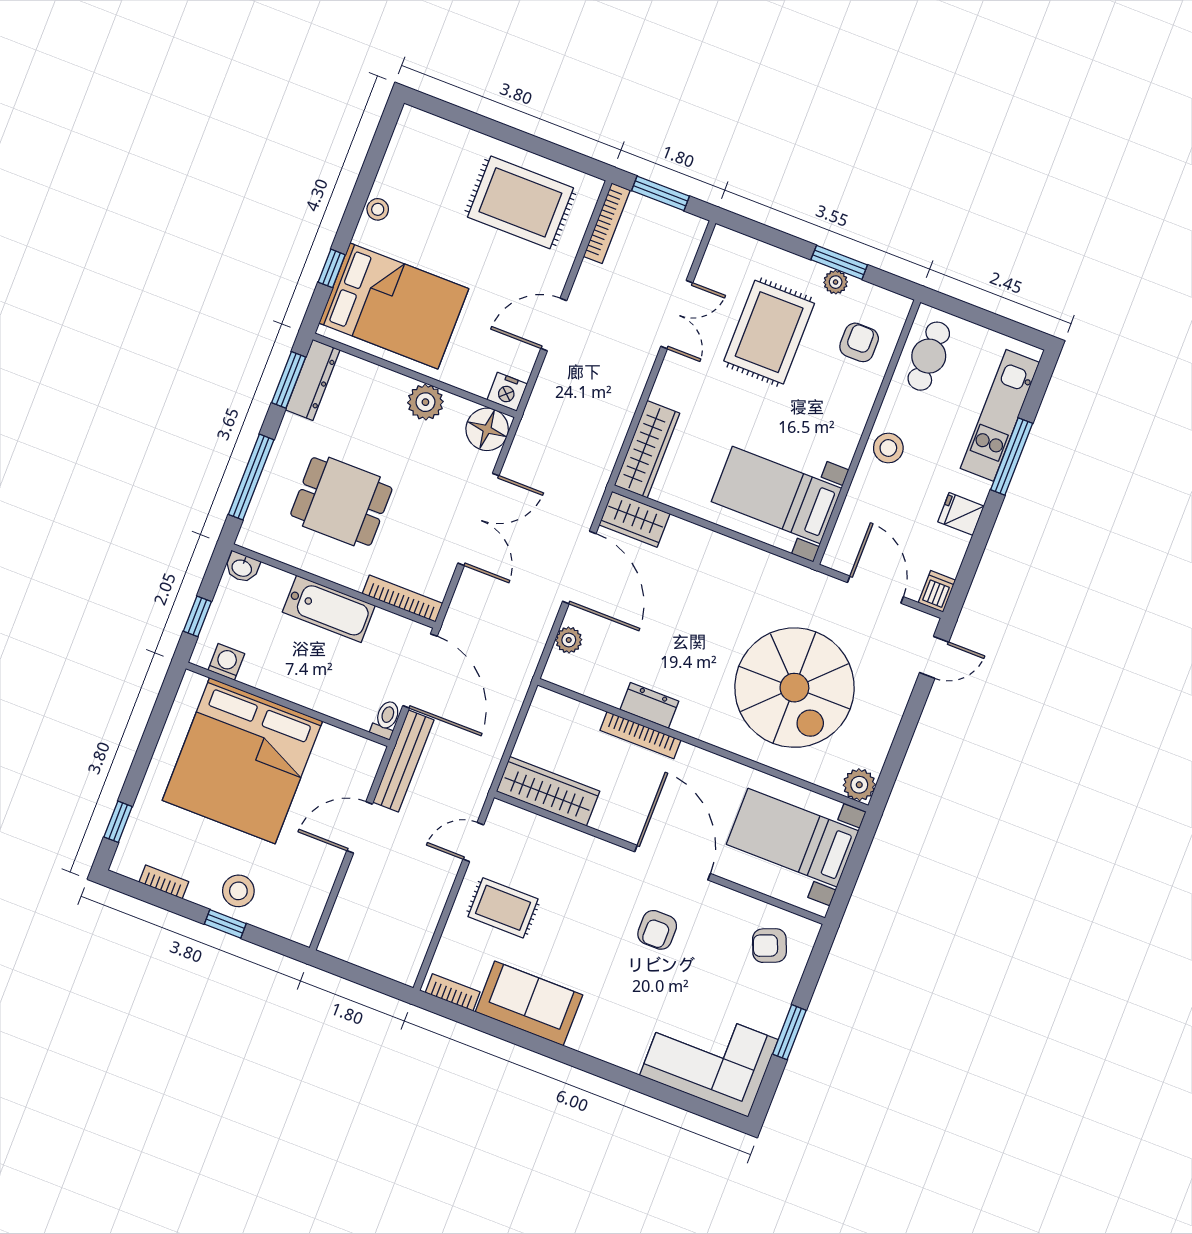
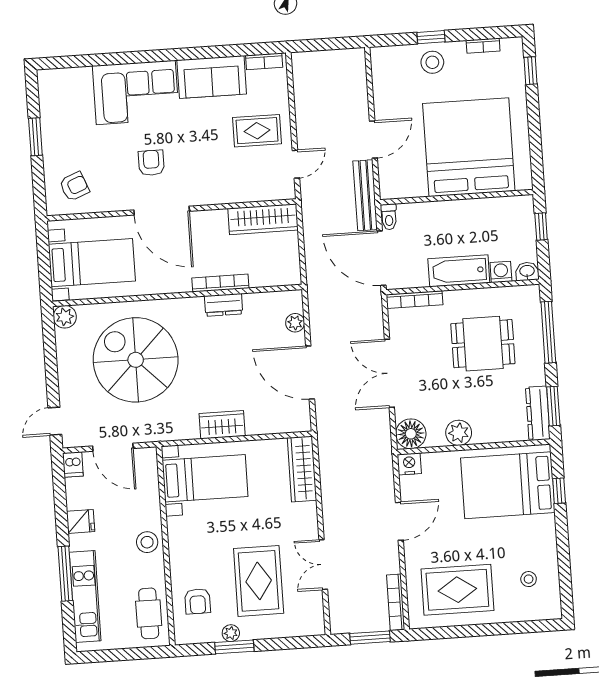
stool: (378, 209) -> (529, 579), moved
wardrobe: (635, 519) -> (222, 425), moved
washing machine: (226, 662) -> (501, 272), moved, turned 180
corner sofa: (709, 1057) -> (136, 92), moved

